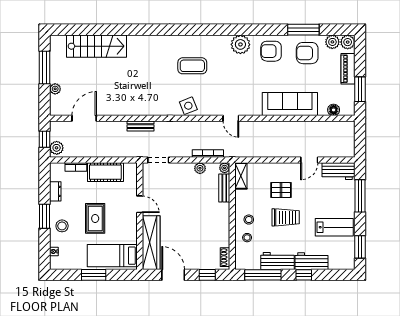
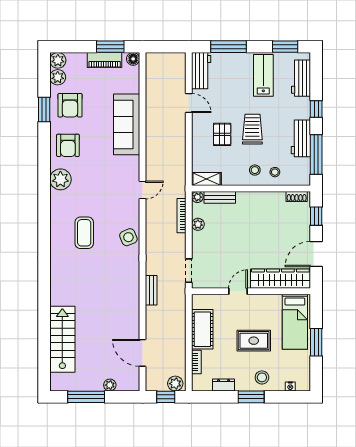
window: (303, 30) -> (44, 110), width x0.69
piano: (348, 69) -> (105, 60), moved
floor lamp: (334, 110) -> (133, 59), moved
workbench: (312, 261) -> (301, 78), moved

